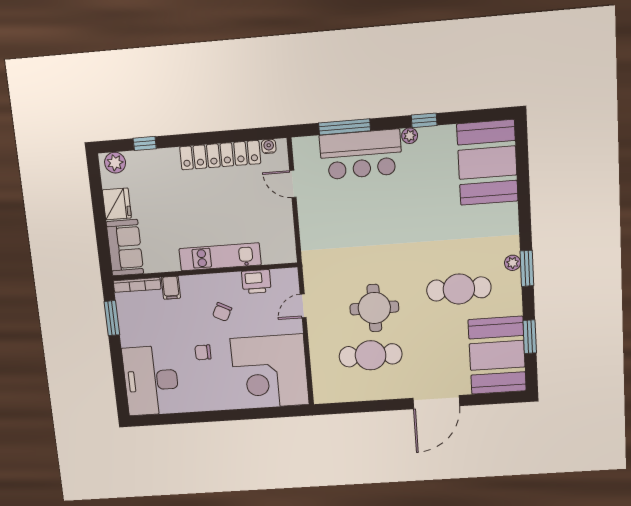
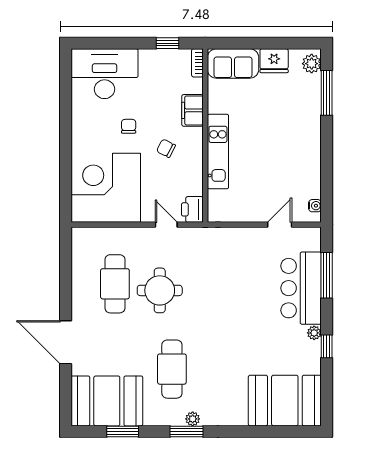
window: (145, 143) -> (327, 93), width x2.17
locker: (220, 155) -> (311, 161), removed
printer: (256, 282) -> (192, 209), moved
bookcase: (137, 285) -> (197, 63), width x0.64
filing cabinet: (171, 288) -> (192, 110), width x2.00
window: (112, 318) -> (167, 43), width x0.67

